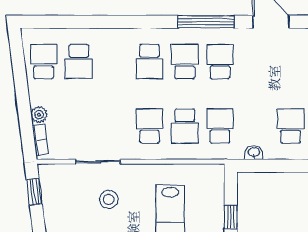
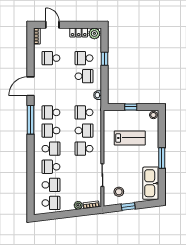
school desk: (44, 62) -> (51, 203), turned 180
school desk: (114, 62) -> (51, 167), added
school desk: (291, 126) -> (84, 76), turned 180
window: (34, 192) -> (128, 207), moved
stool: (109, 199) -> (119, 192), moved

